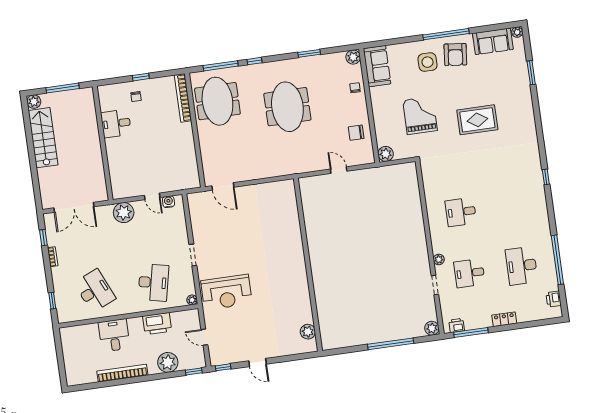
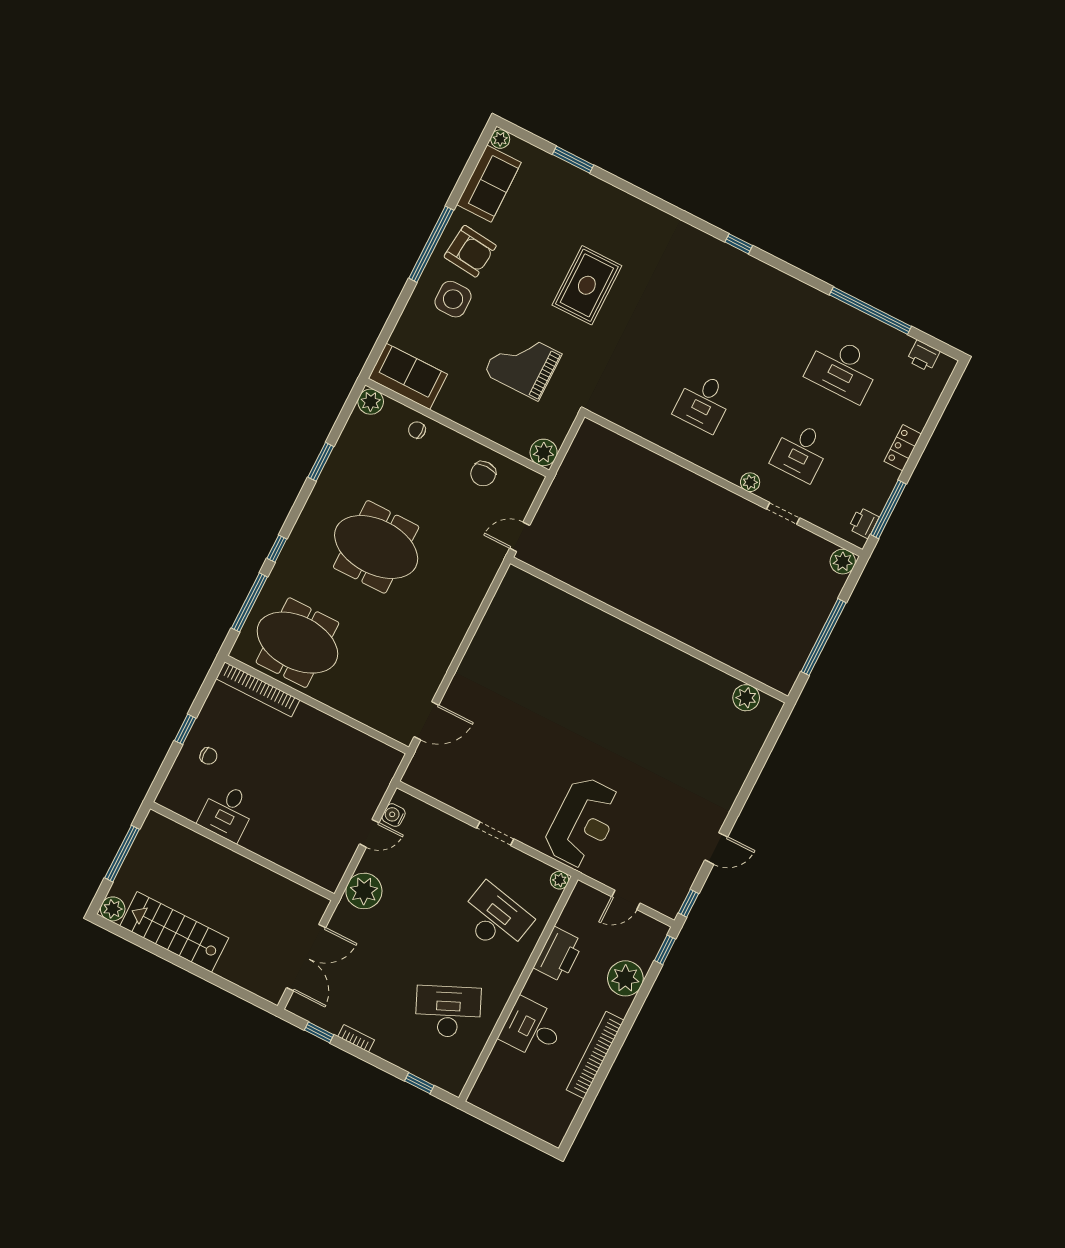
wall: (308, 265) -> (649, 630), moved
plant: (308, 332) -> (746, 698), moved

